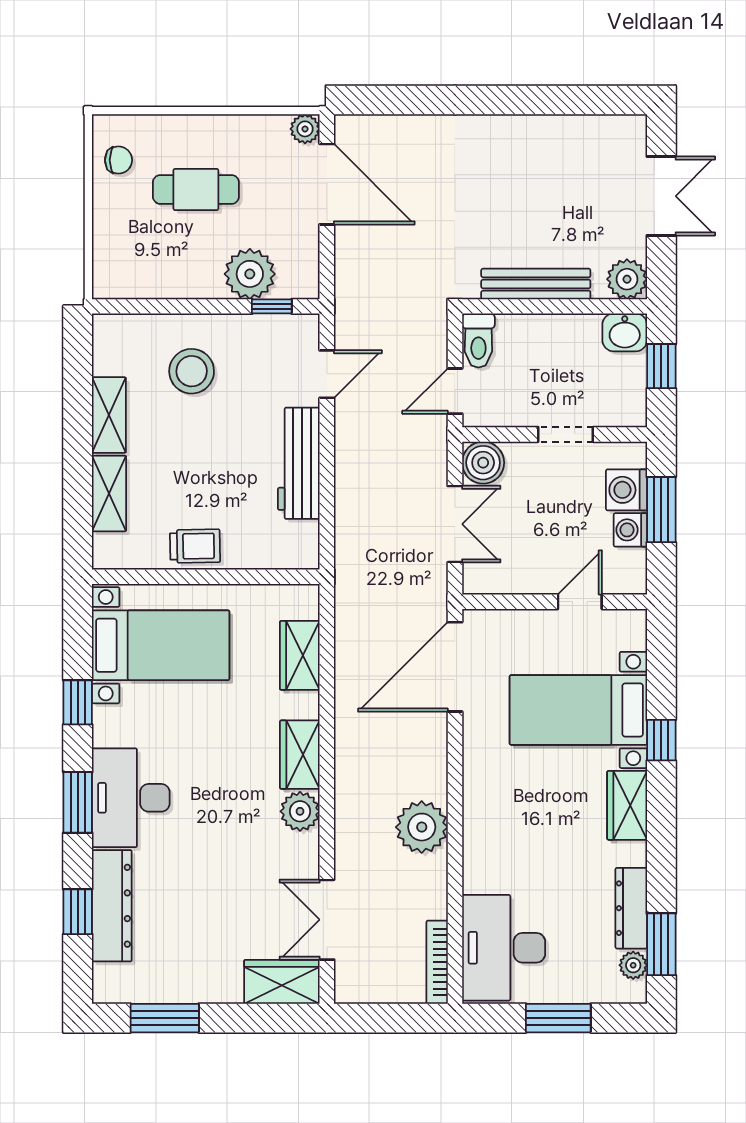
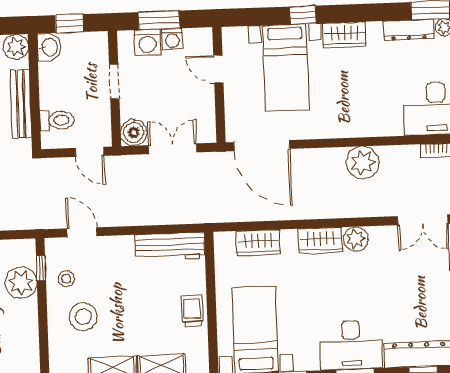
toilet: (478, 341) -> (57, 120), moved
stool: (254, 346) -> (66, 279), added
workbench: (299, 463) -> (170, 247), moved

